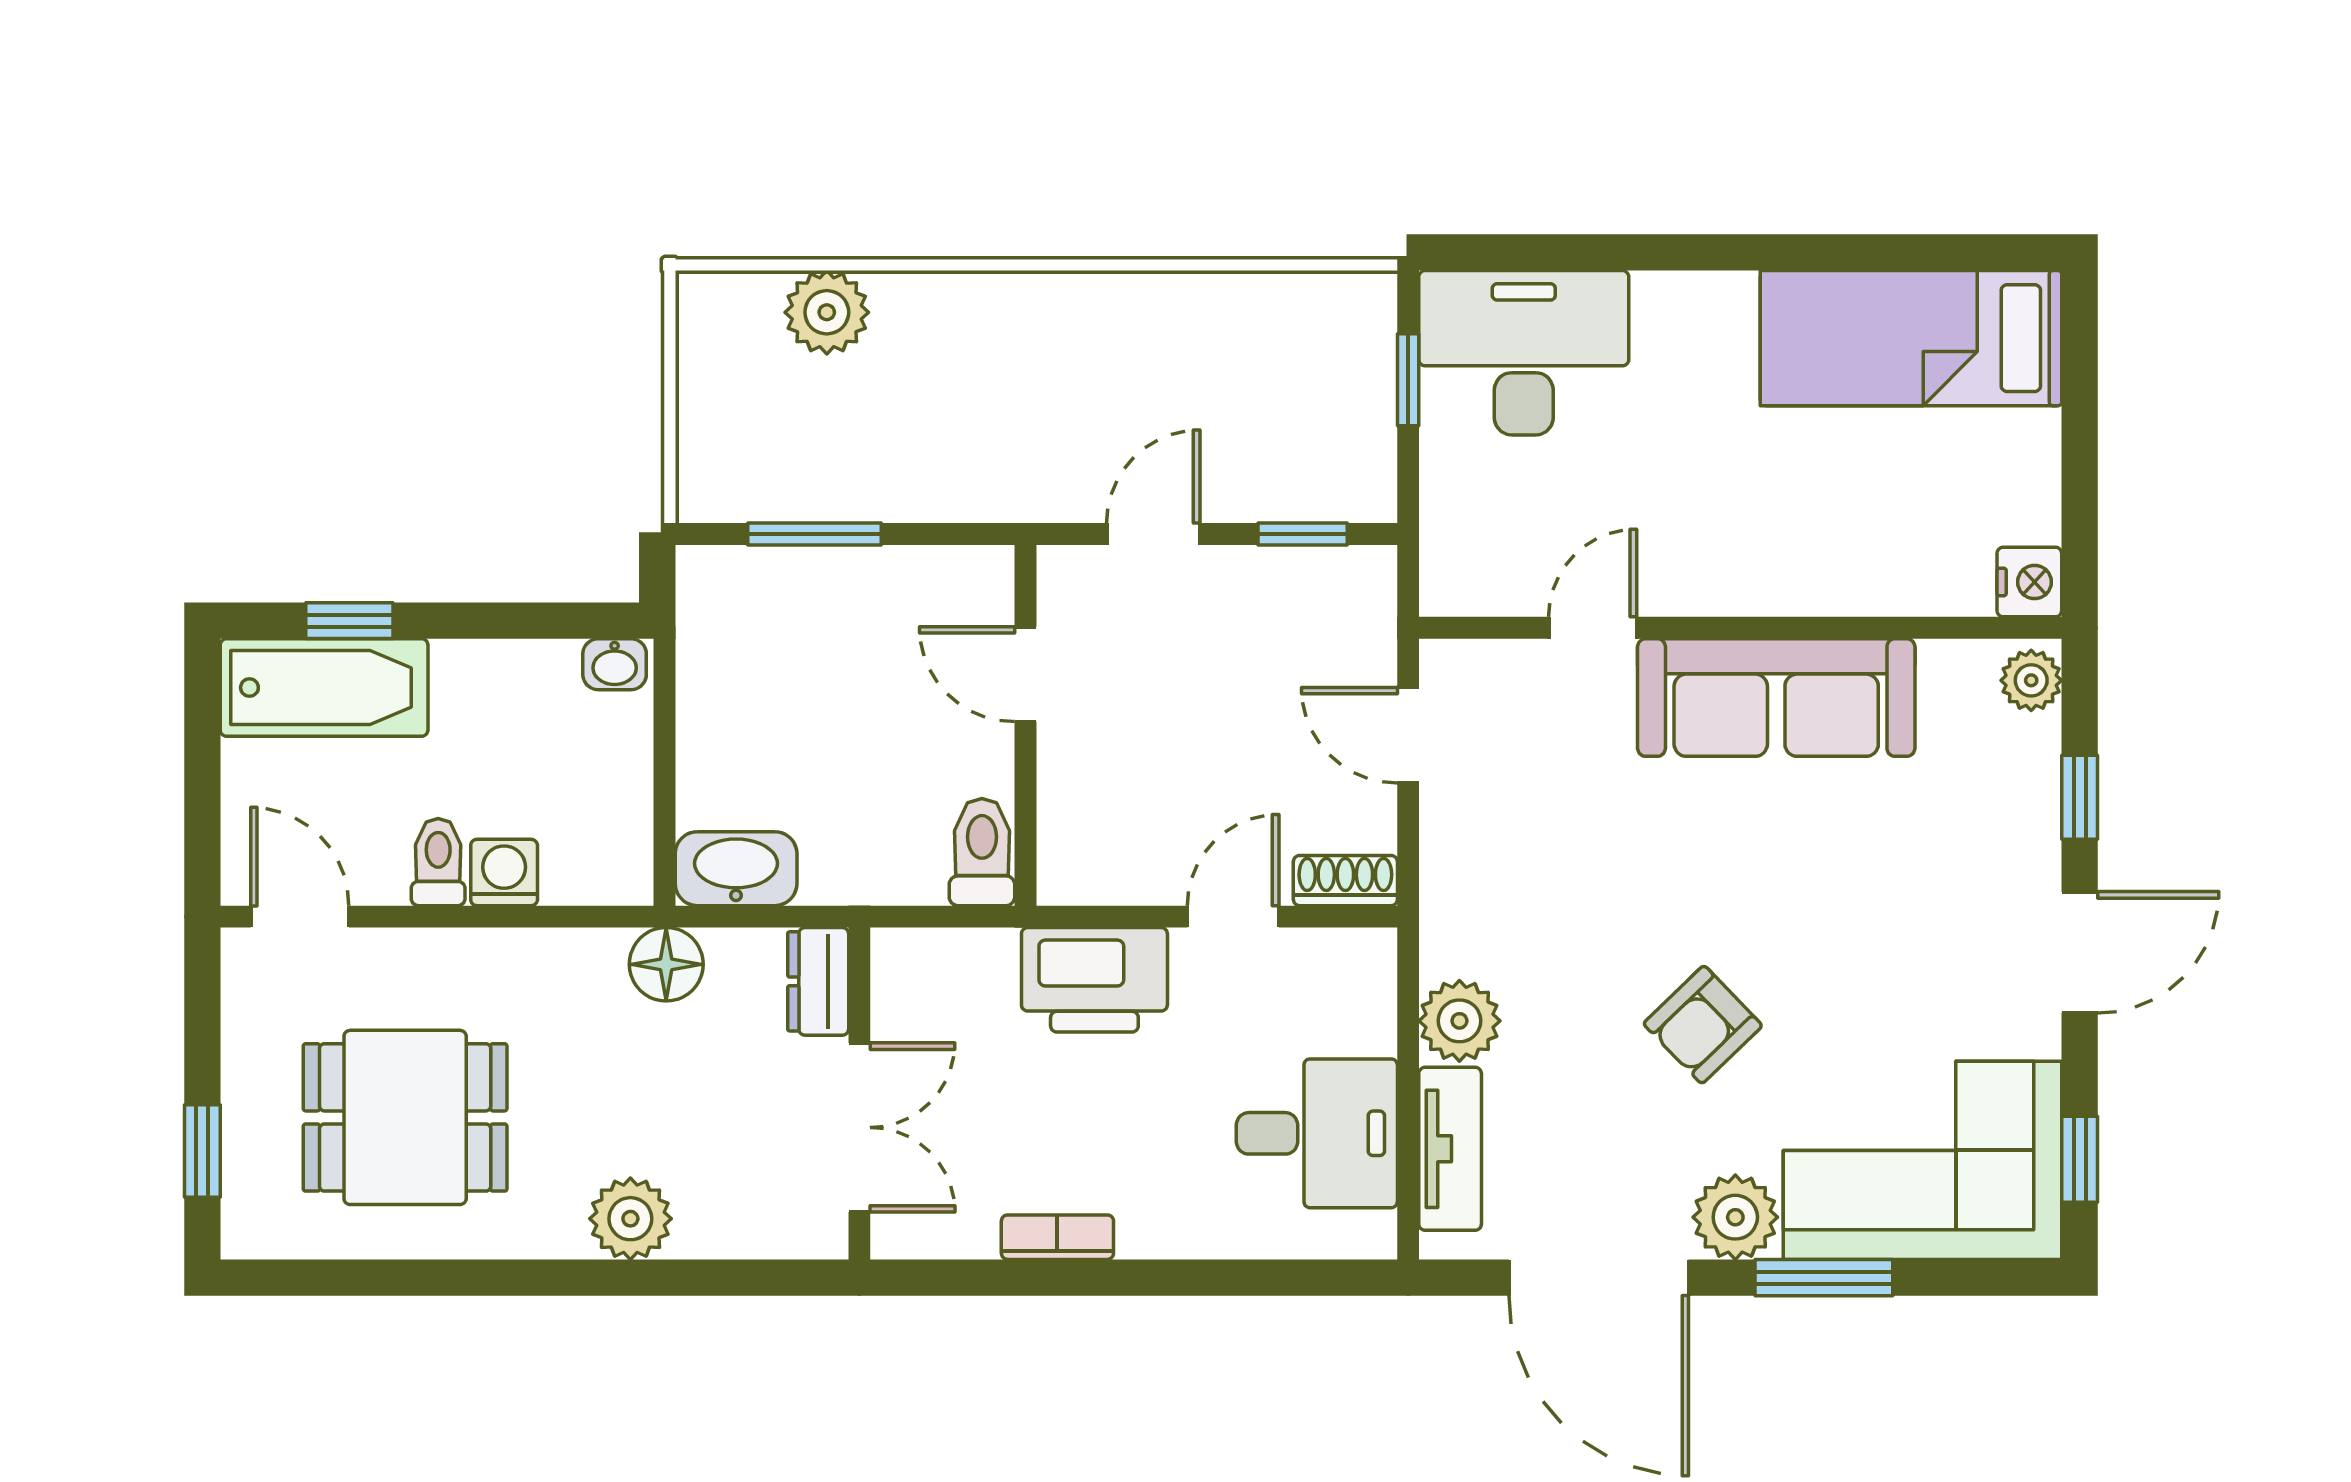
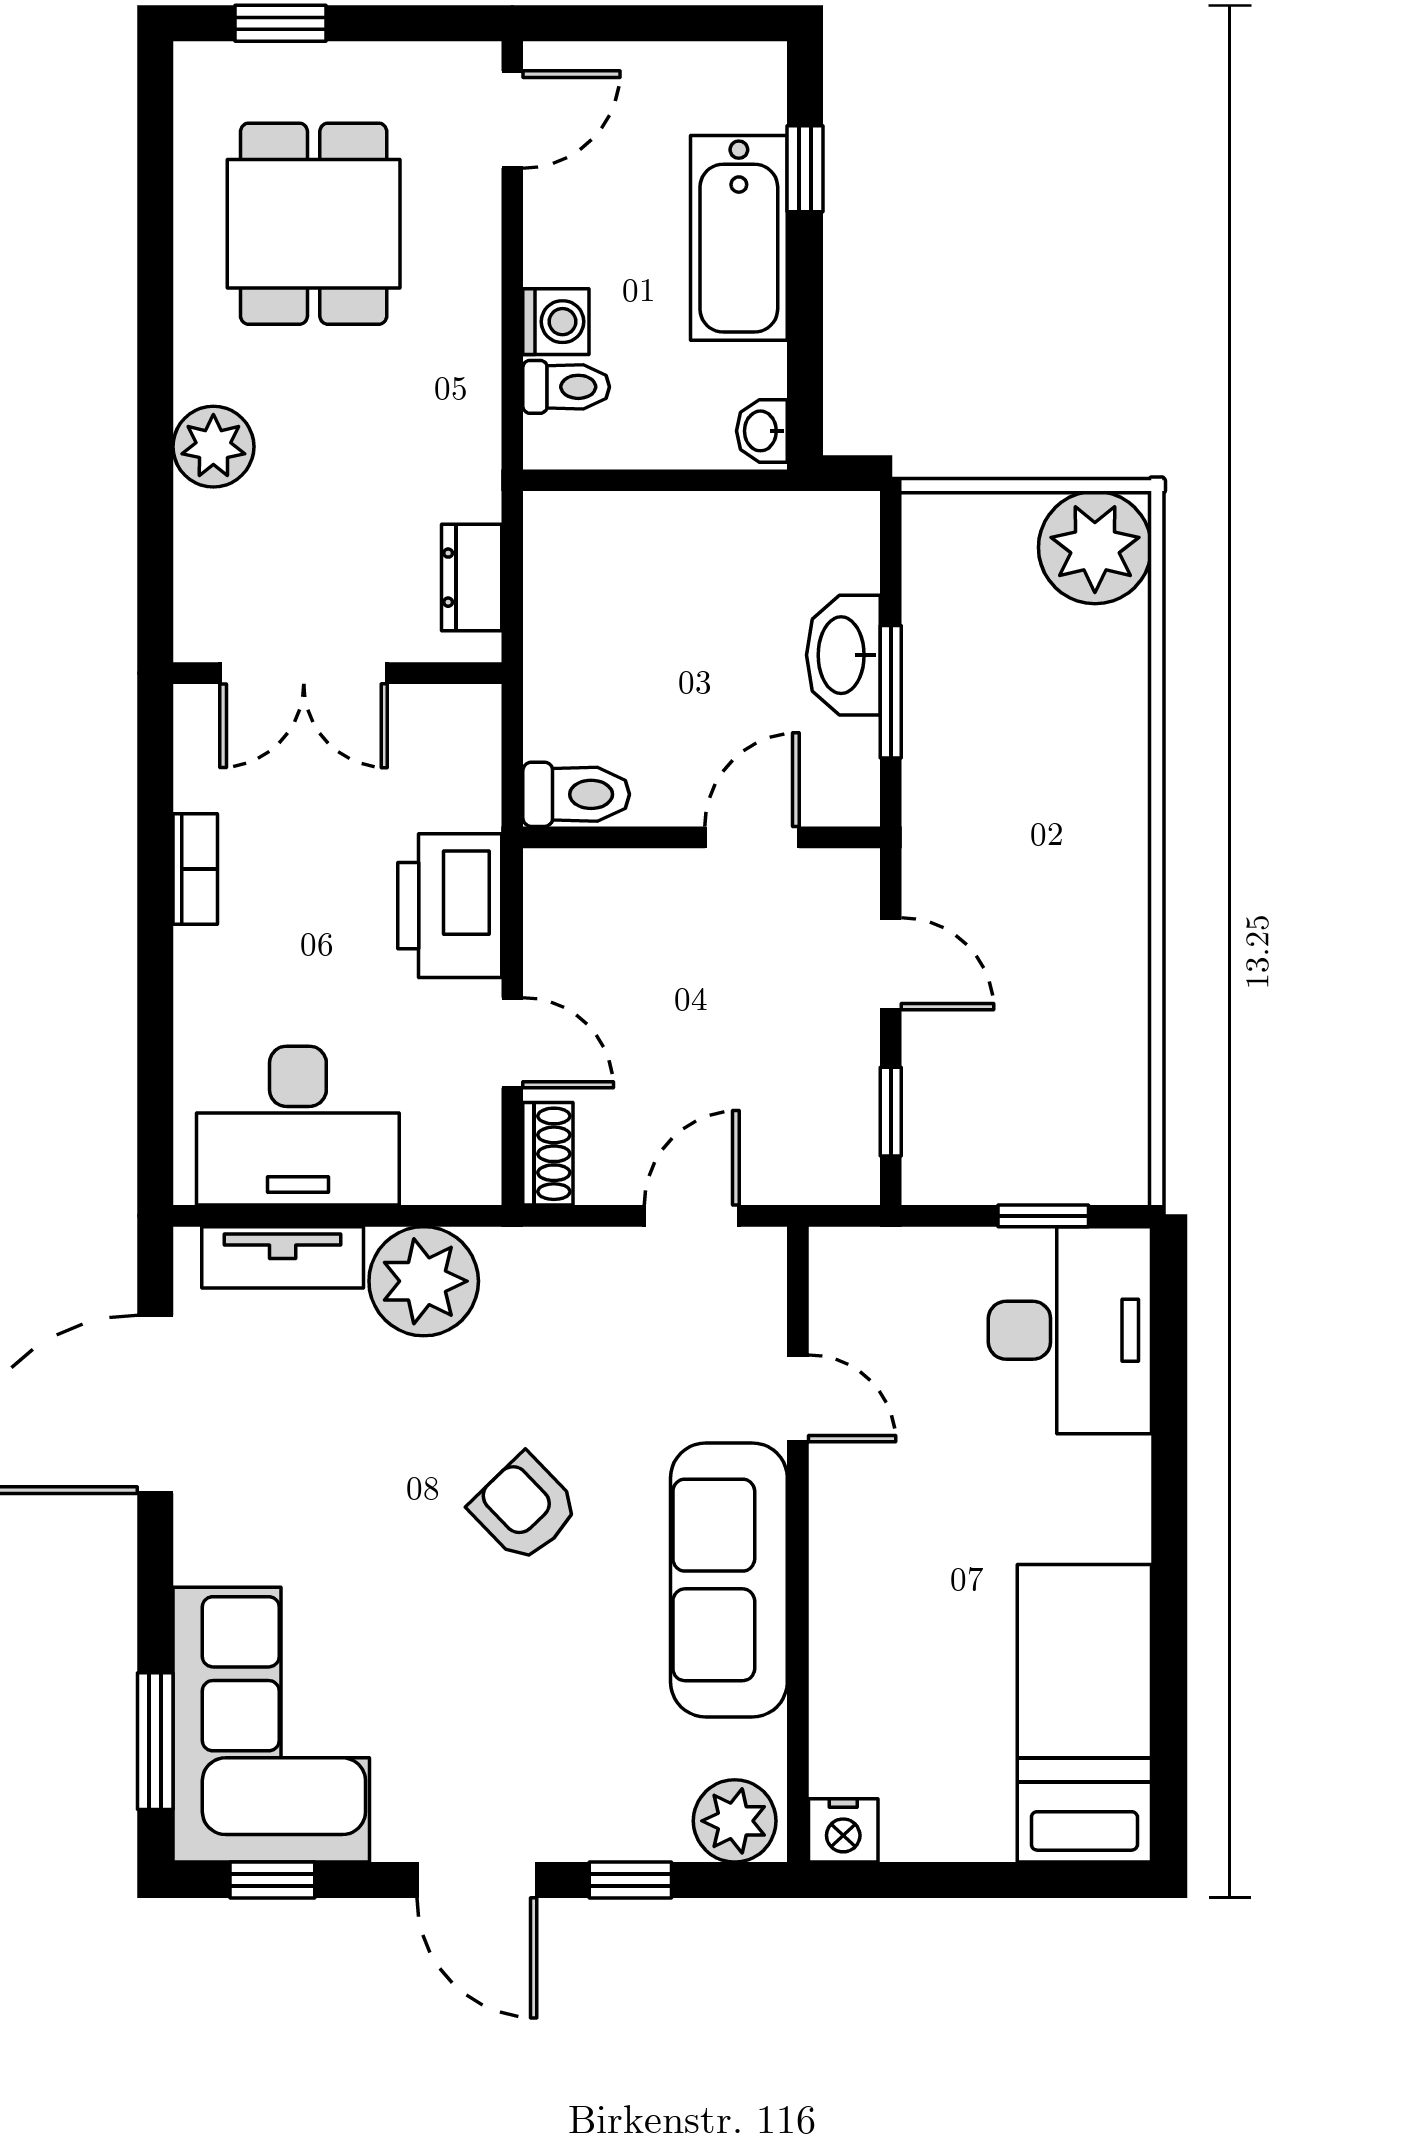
plant: (827, 312) -> (1095, 547), moved, width x1.36, depth x1.36
window: (814, 534) -> (891, 692), moved
plant: (2031, 680) -> (735, 1821), width x1.38, depth x1.38
bathtub: (324, 688) -> (739, 238), moved
toilet: (438, 862) -> (566, 387), moved
washbasin: (736, 869) -> (843, 655), moved, turned 180
floor lamp: (666, 964) -> (465, 482), removed
dresser: (818, 981) -> (472, 578), moved, turned -90
plant: (1459, 1021) -> (424, 1281), width x1.36, depth x1.36
armchair: (1703, 1025) -> (524, 1508), moved
desk: (1317, 1133) -> (298, 1126), width x1.37
plant: (1735, 1217) -> (215, 1539), removed
window: (1824, 1278) -> (155, 1741), moved

